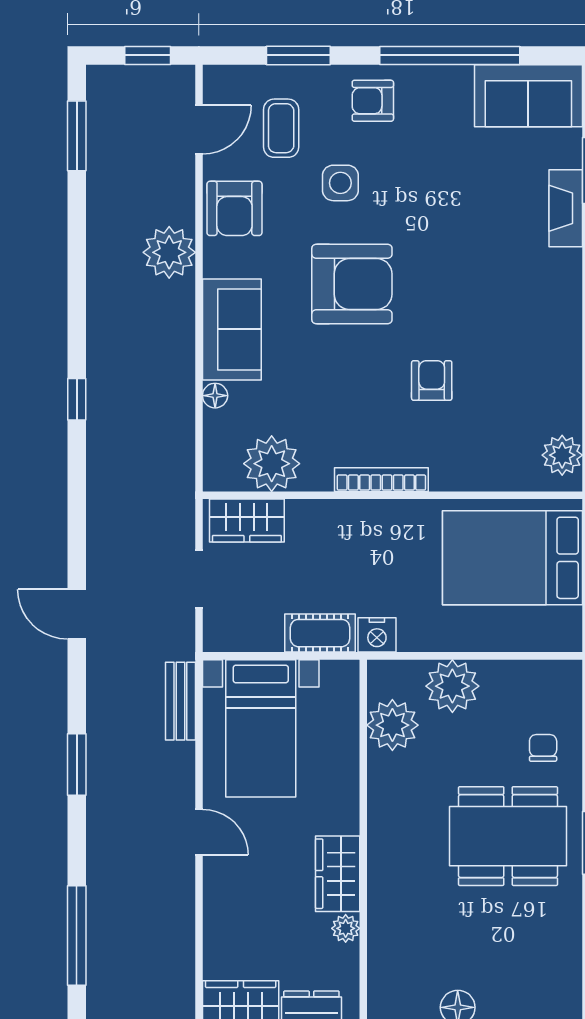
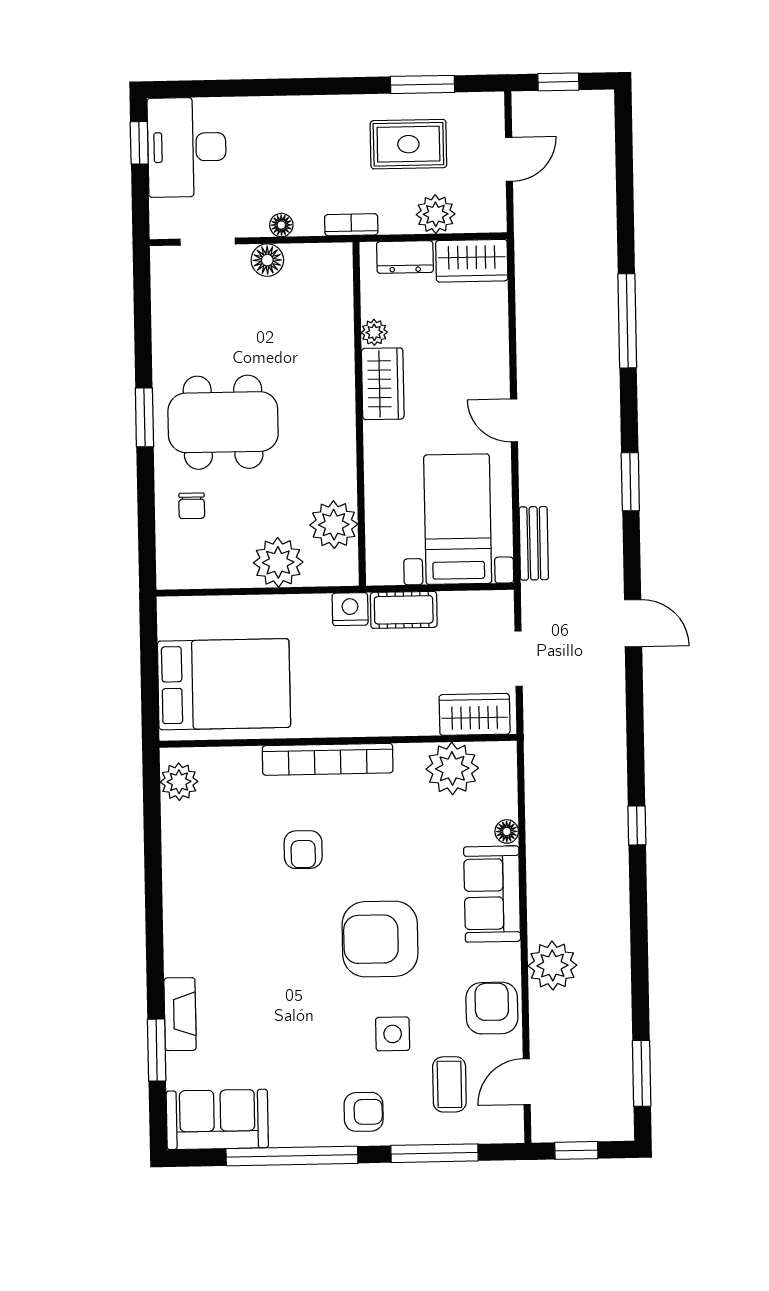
window: (298, 55) -> (435, 1153), width x1.44
bookcase: (381, 480) -> (328, 759), width x1.48, depth x1.31

